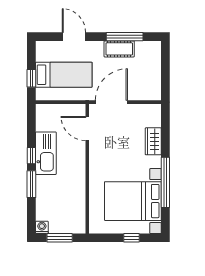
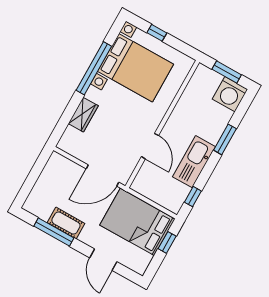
bed: (64, 75) -> (137, 222), width x1.50
door: (87, 128) -> (150, 146), moved
window: (31, 156) -> (193, 197), moved
washing machine: (42, 227) -> (230, 94), width x1.89, depth x1.89

